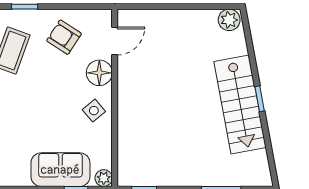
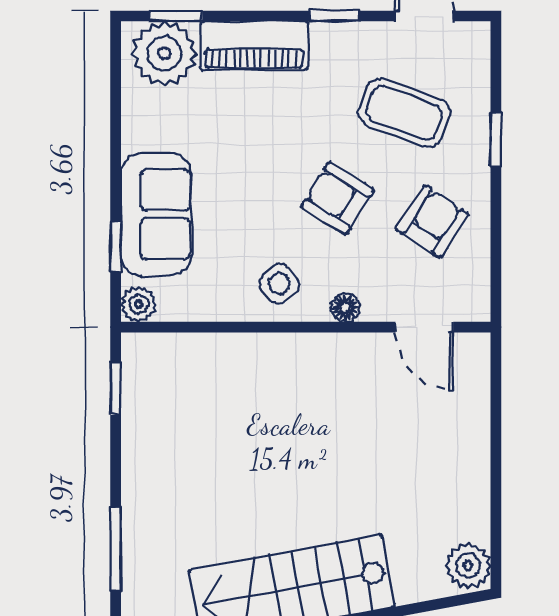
floor lamp: (99, 73) -> (345, 308), width x0.53, depth x0.53
armchair: (53, 83) -> (337, 198), added

